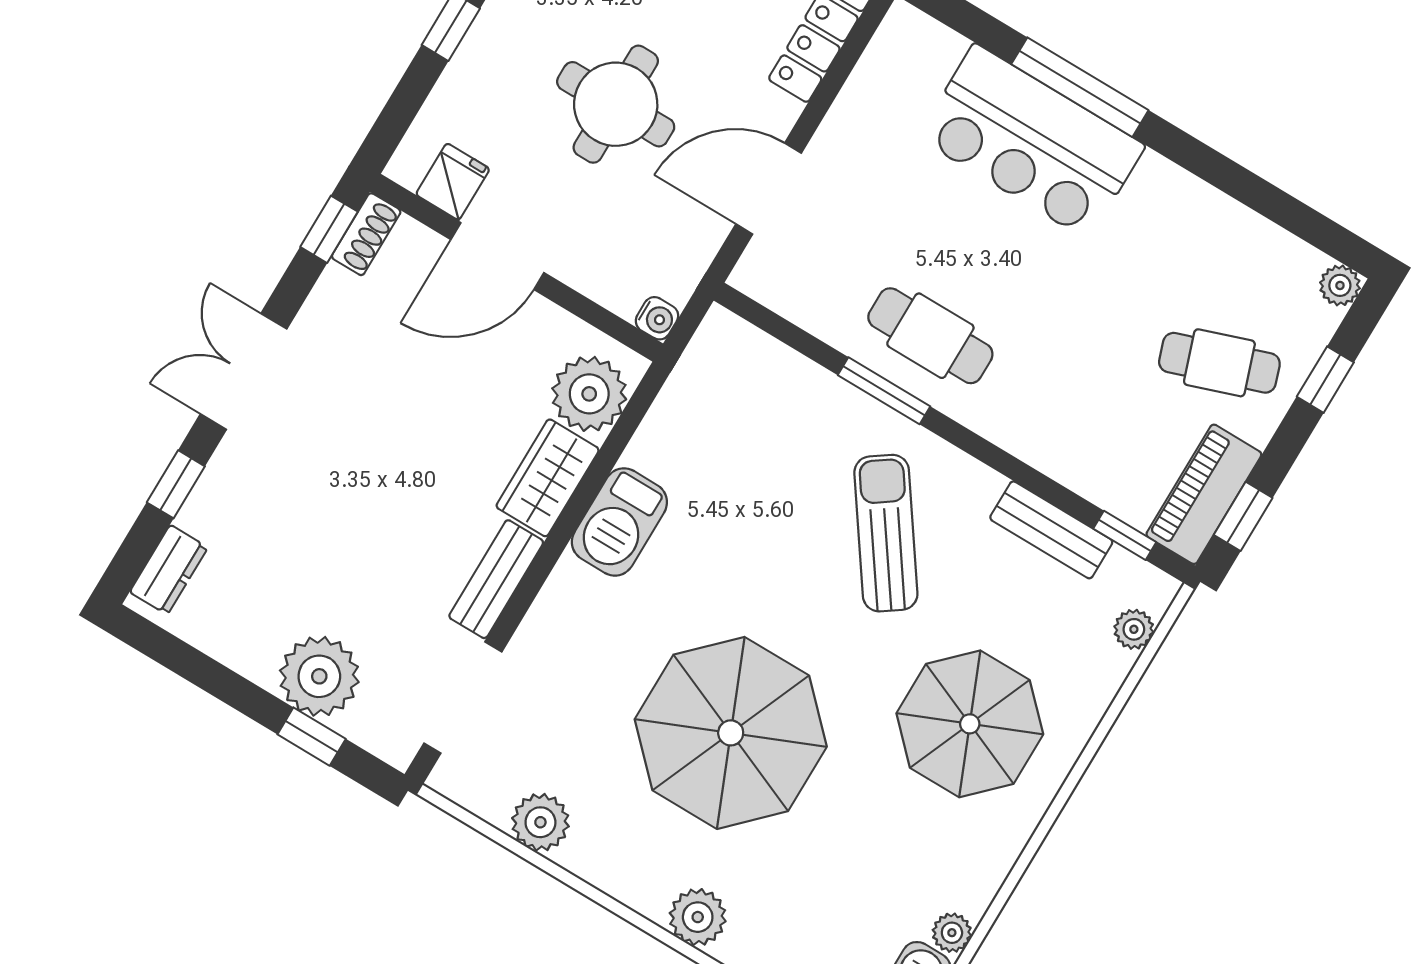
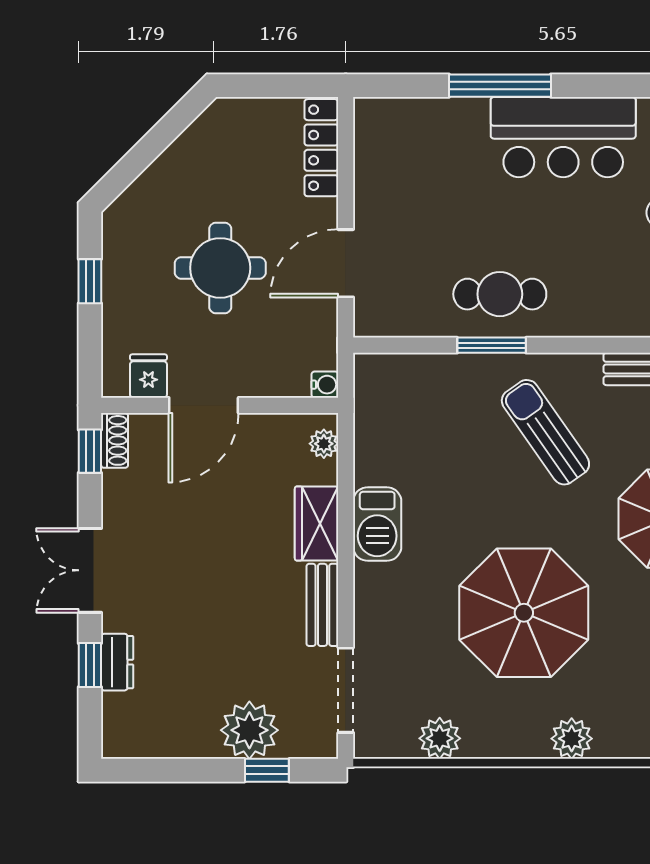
bar counter: (1031, 142) -> (563, 137), moved
plant: (589, 394) -> (324, 444), width x0.53, depth x0.53
dresser: (169, 570) -> (117, 662), moved

